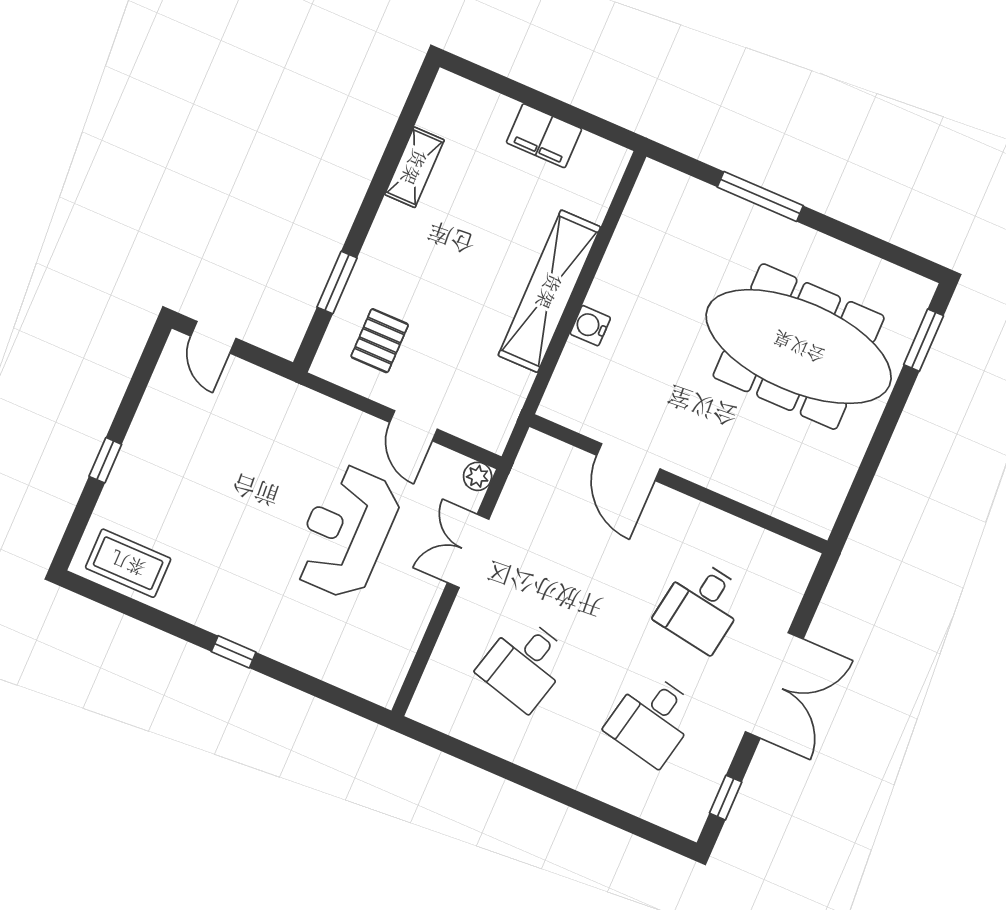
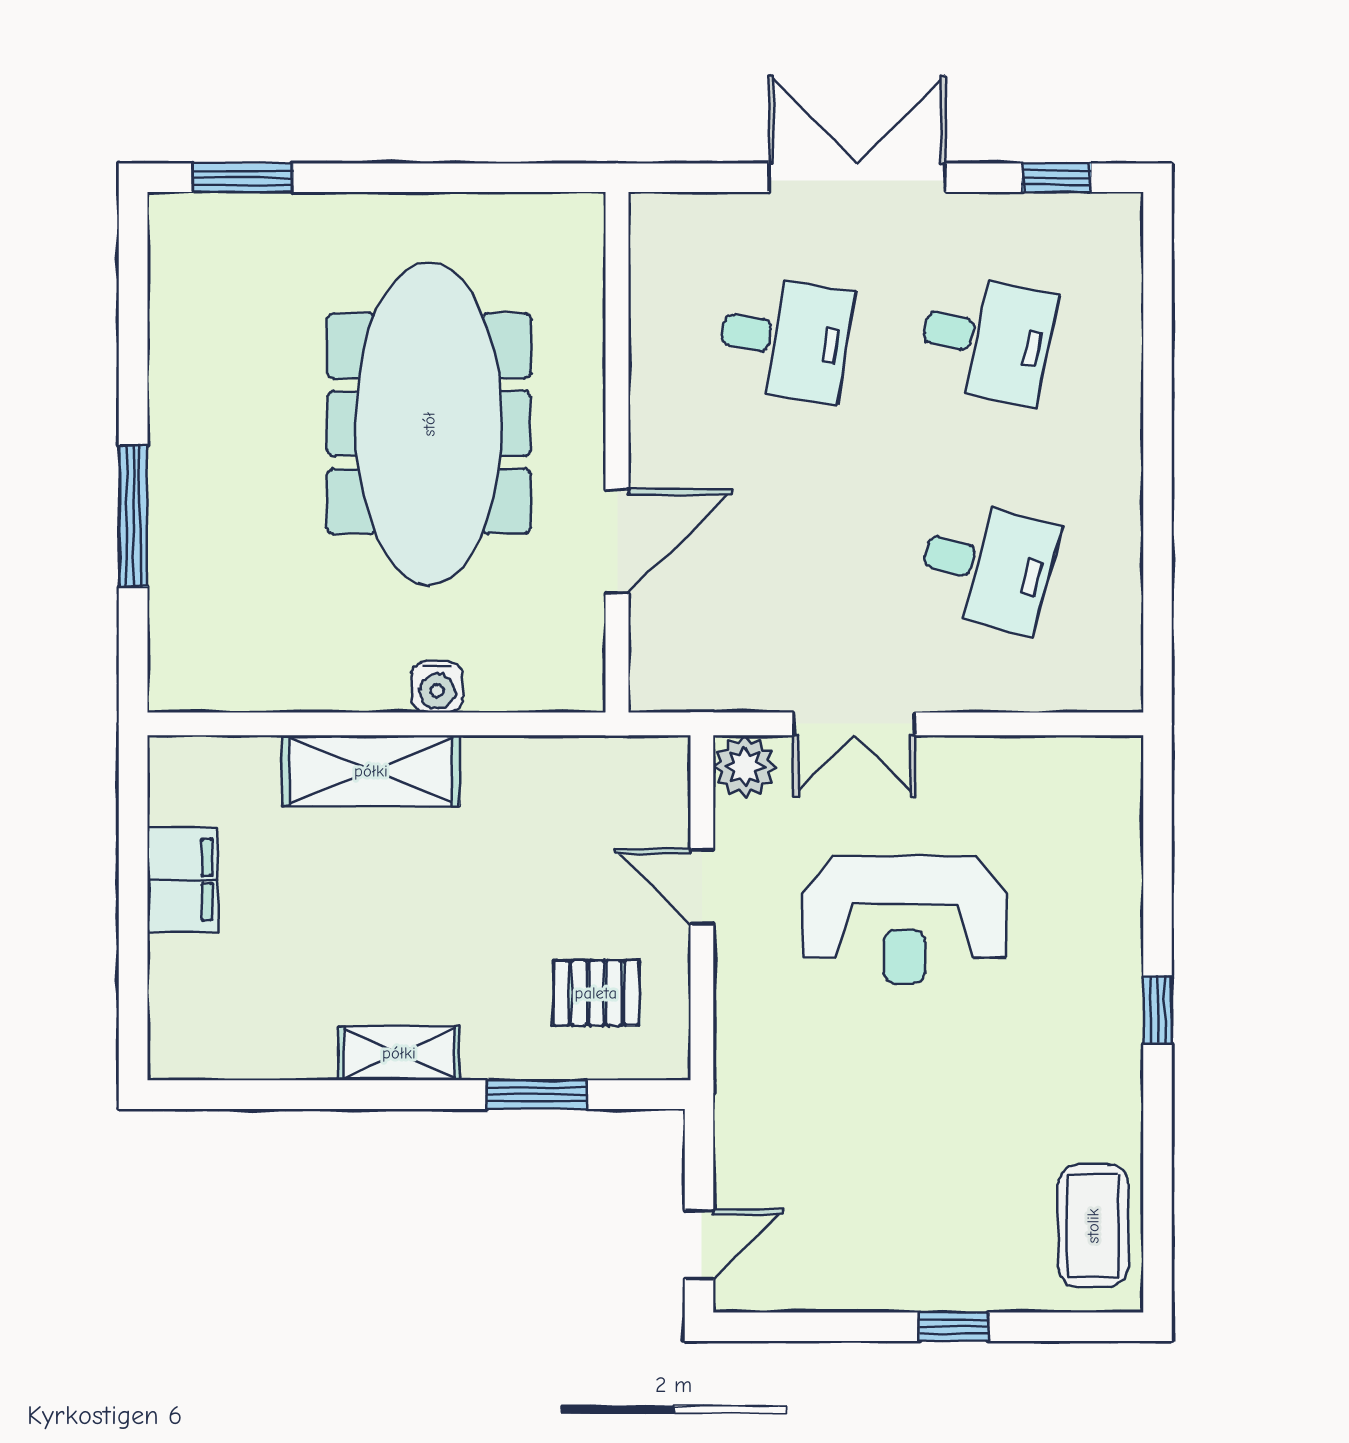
shelving: (414, 167) -> (399, 1053), moved
shelving: (549, 291) -> (371, 771), width x0.68
meeting table: (799, 347) -> (429, 424), moved
door: (413, 426) -> (702, 887), swing flipped
plant: (478, 476) -> (745, 767), width x1.38, depth x1.38

